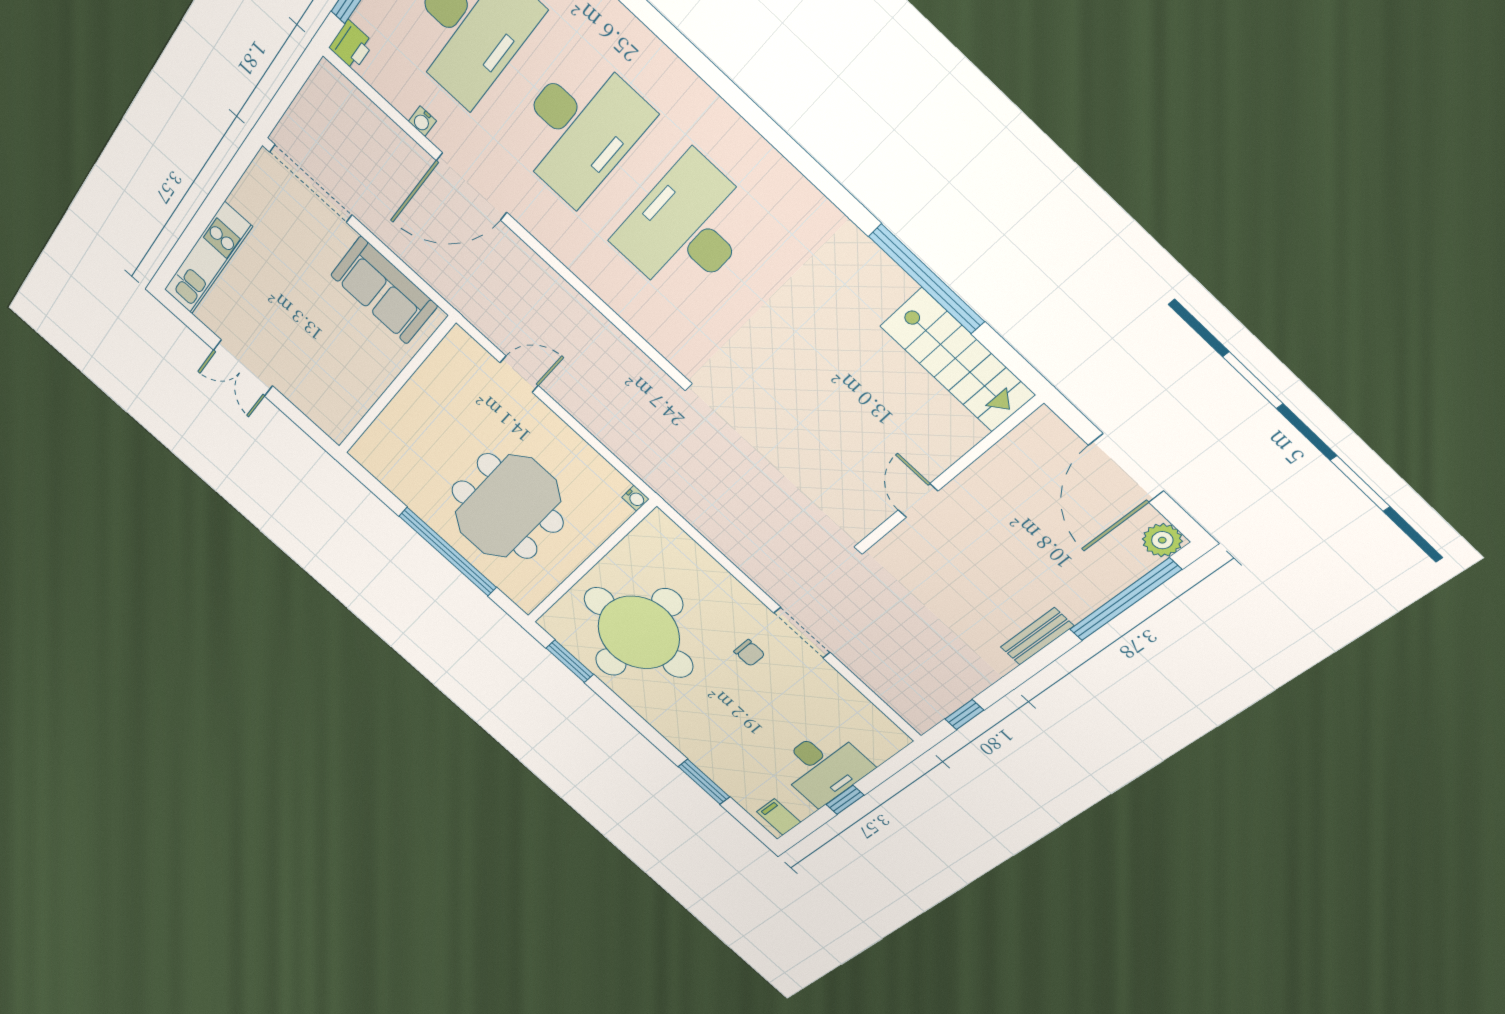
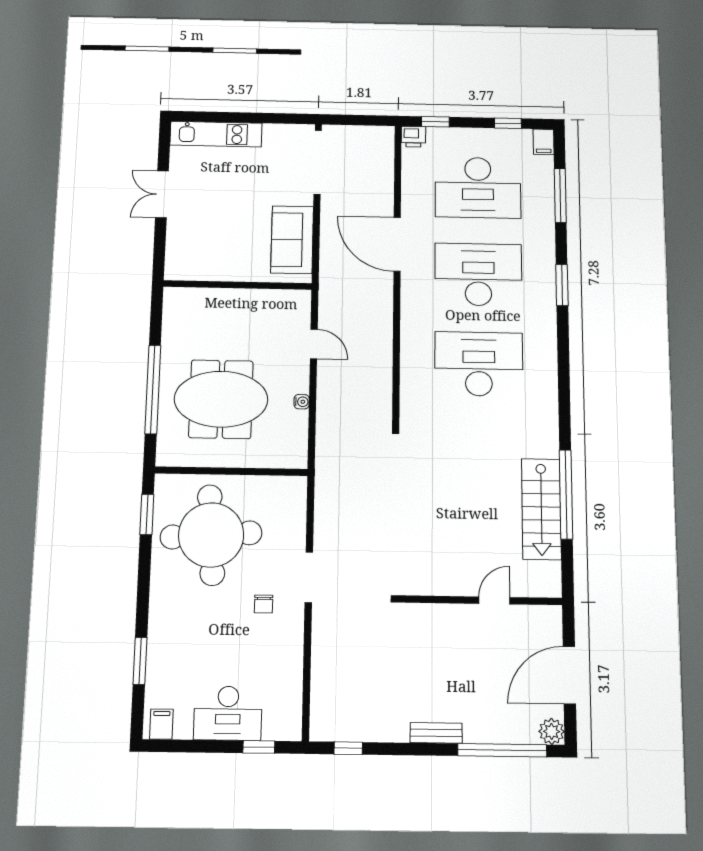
window: (673, 39) -> (562, 285), added
water cooler: (422, 121) -> (408, 197), removed
desk: (579, 128) -> (478, 274), turned 180
stairs: (958, 360) -> (541, 509), moved
water cooler: (636, 498) -> (302, 402), moved, turned -90
door: (918, 501) -> (494, 600), moved
doorway: (802, 633) -> (309, 577), moved
window: (845, 800) -> (259, 747), moved

